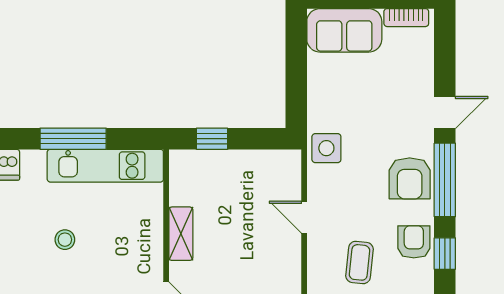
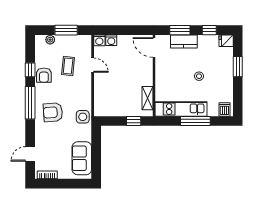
sofa: (344, 30) -> (82, 158), moved, turned -90
door: (445, 113) -> (30, 154), moved
armchair: (410, 178) -> (53, 112), moved, turned -94
door: (304, 217) -> (93, 65), moved
shelving: (181, 234) -> (147, 98), moved

